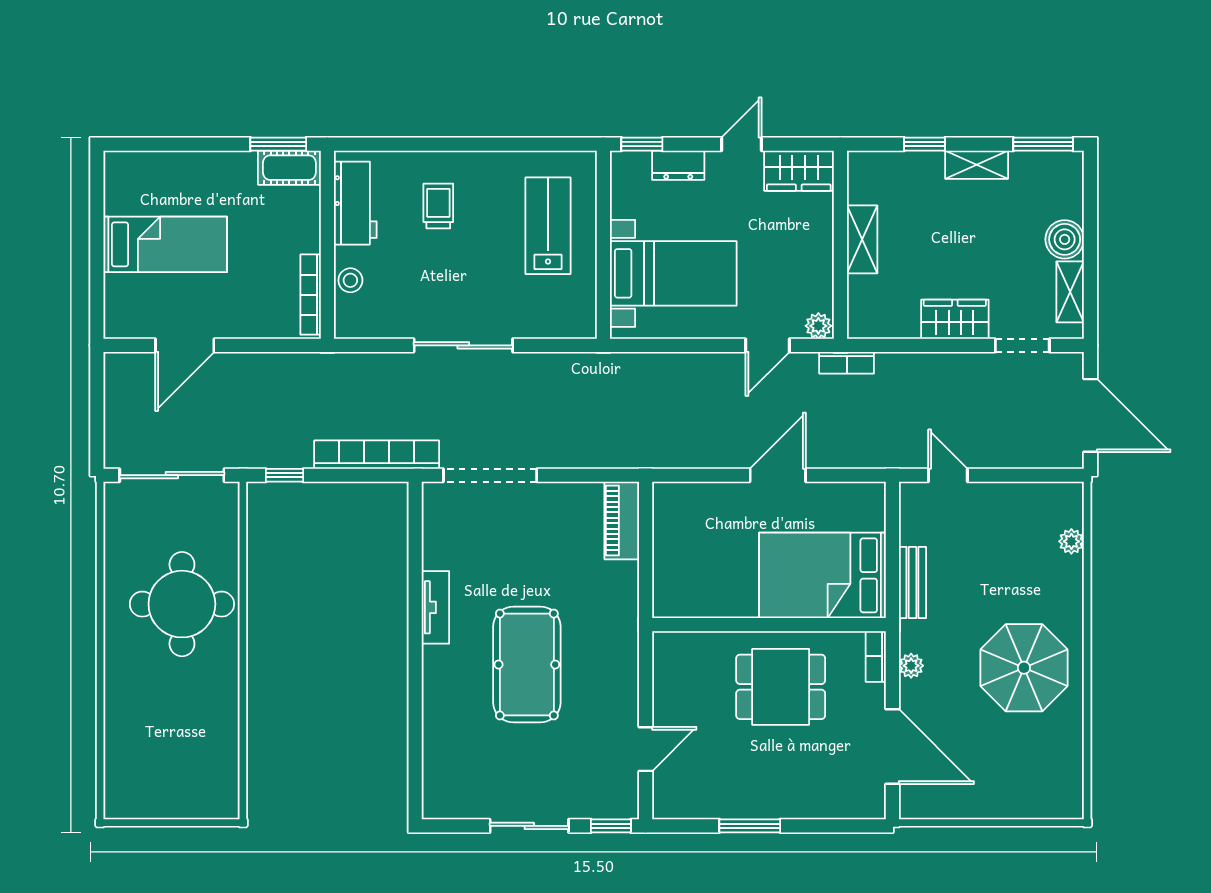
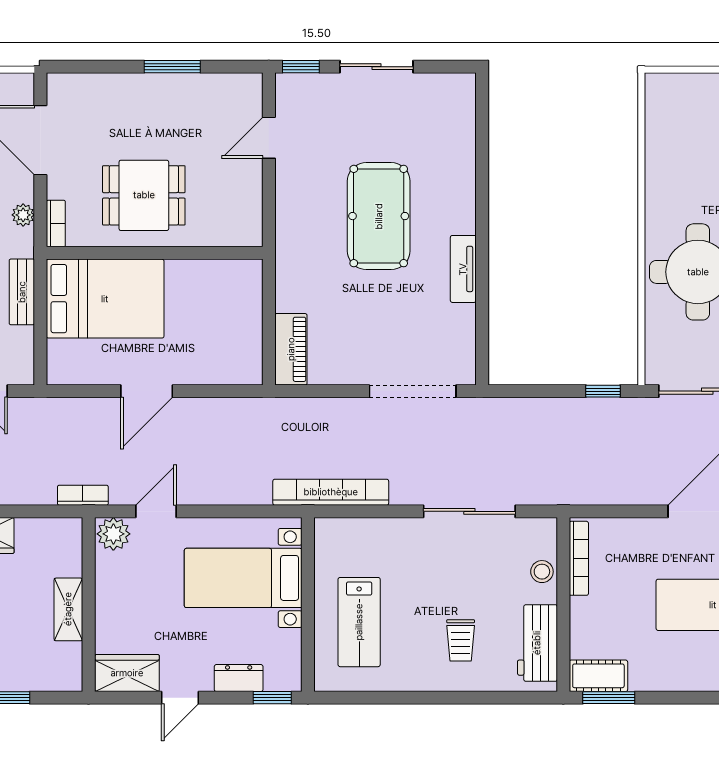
plant: (818, 326) -> (113, 534), width x1.38, depth x1.38
sliding door: (463, 345) -> (469, 511), moved
bookcase: (377, 455) -> (331, 492), moved, turned 180

